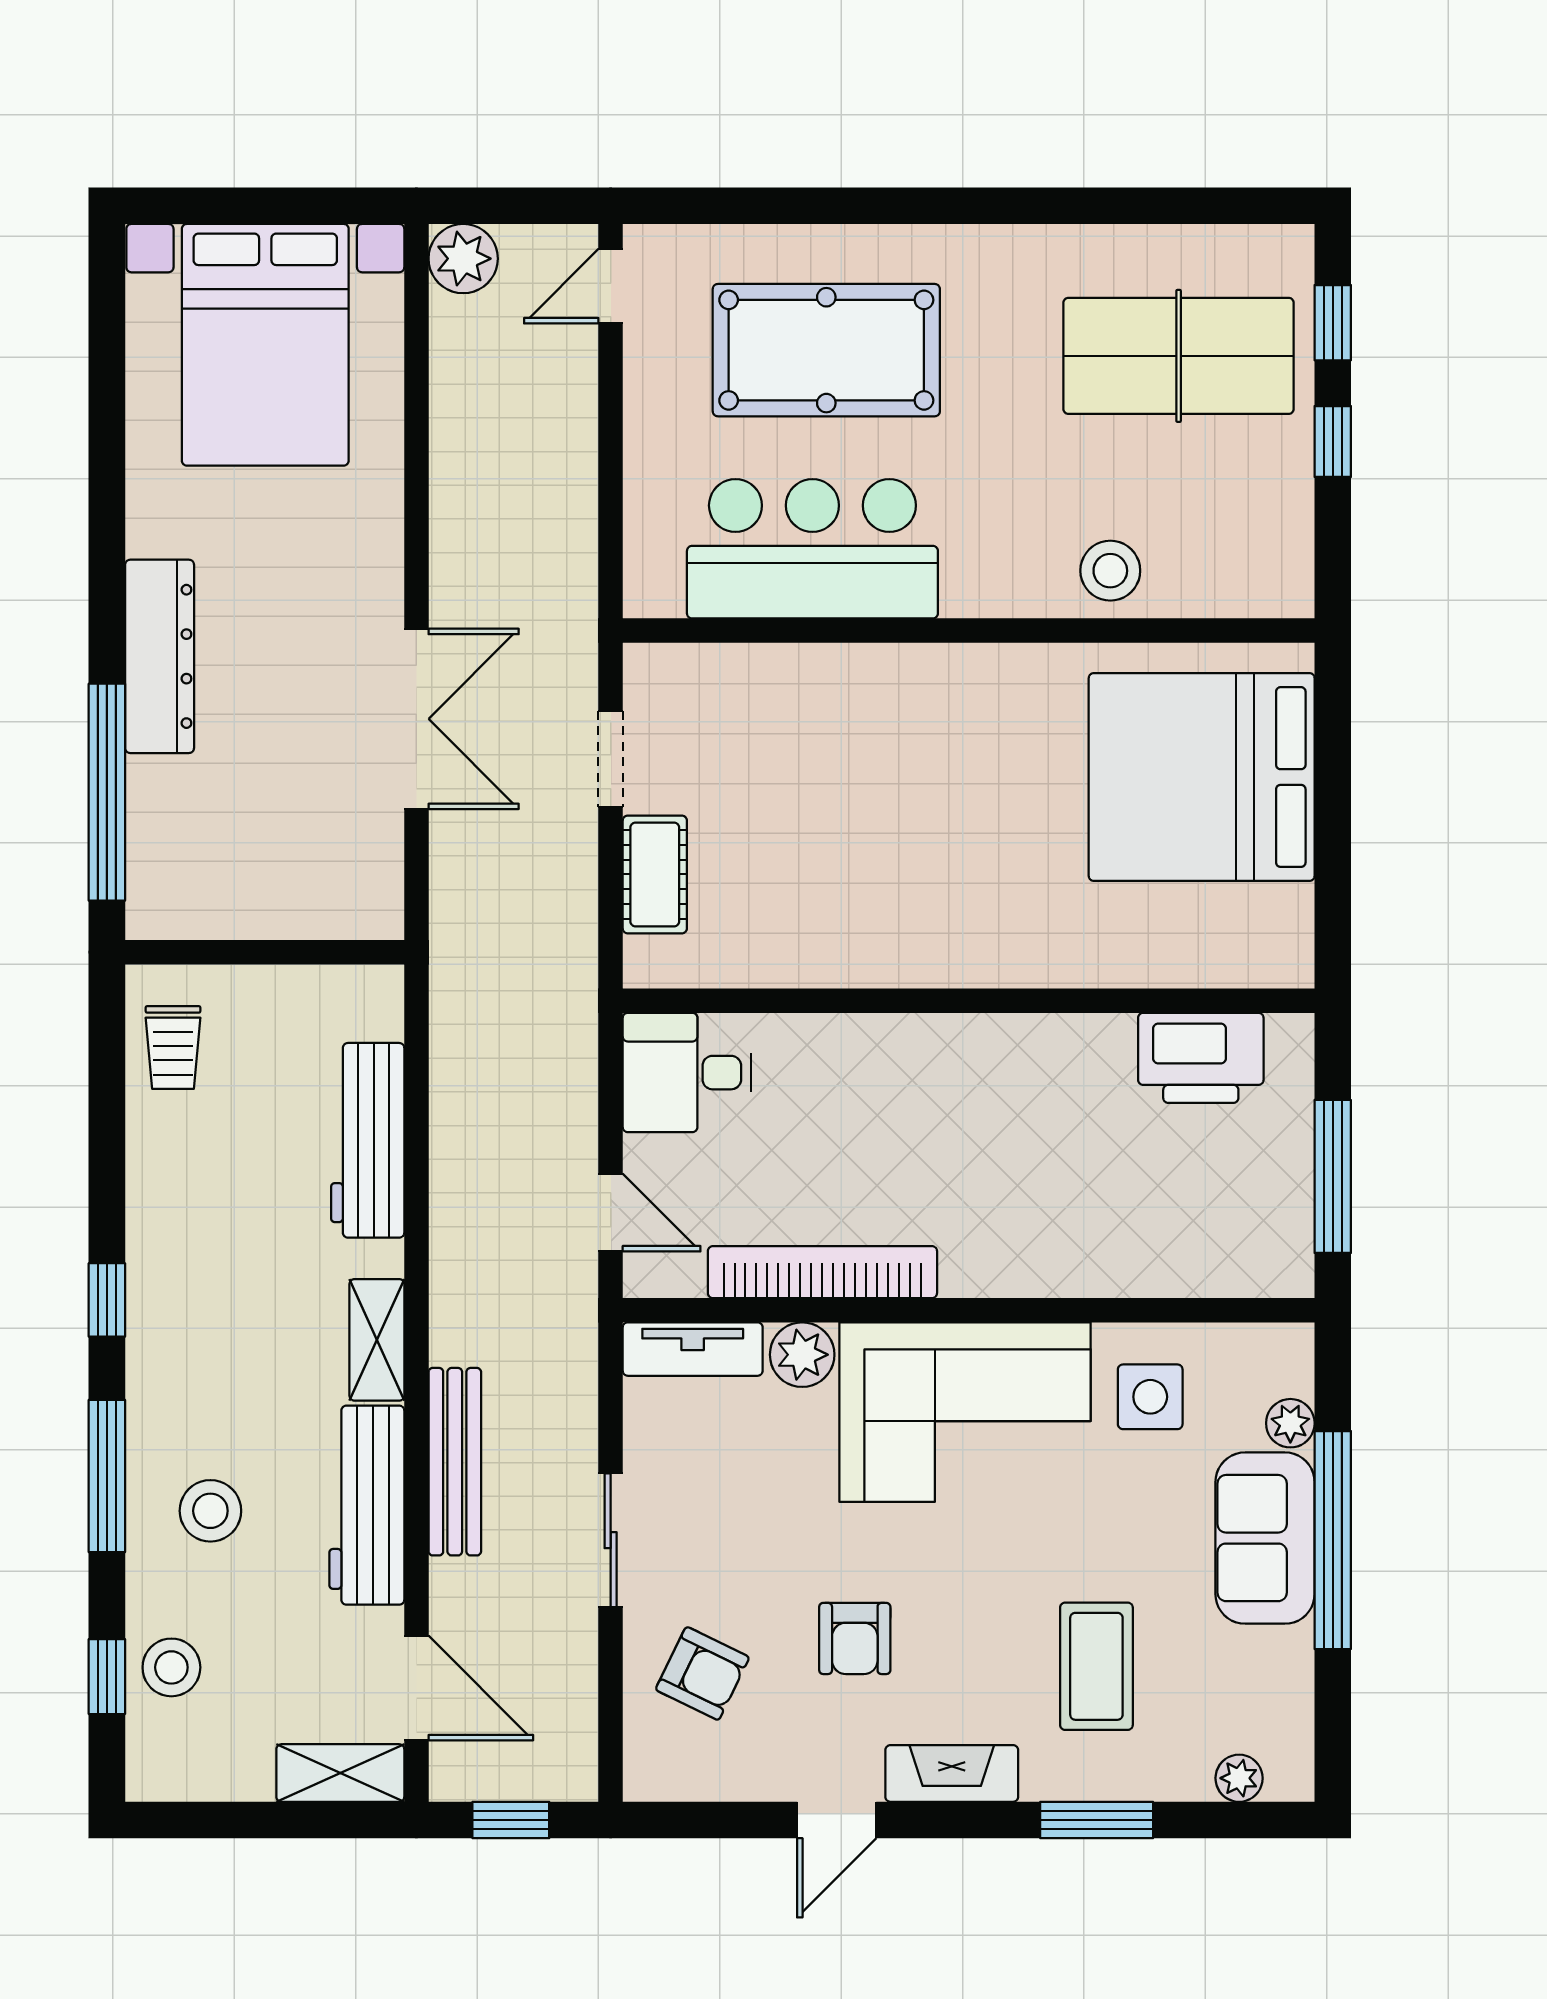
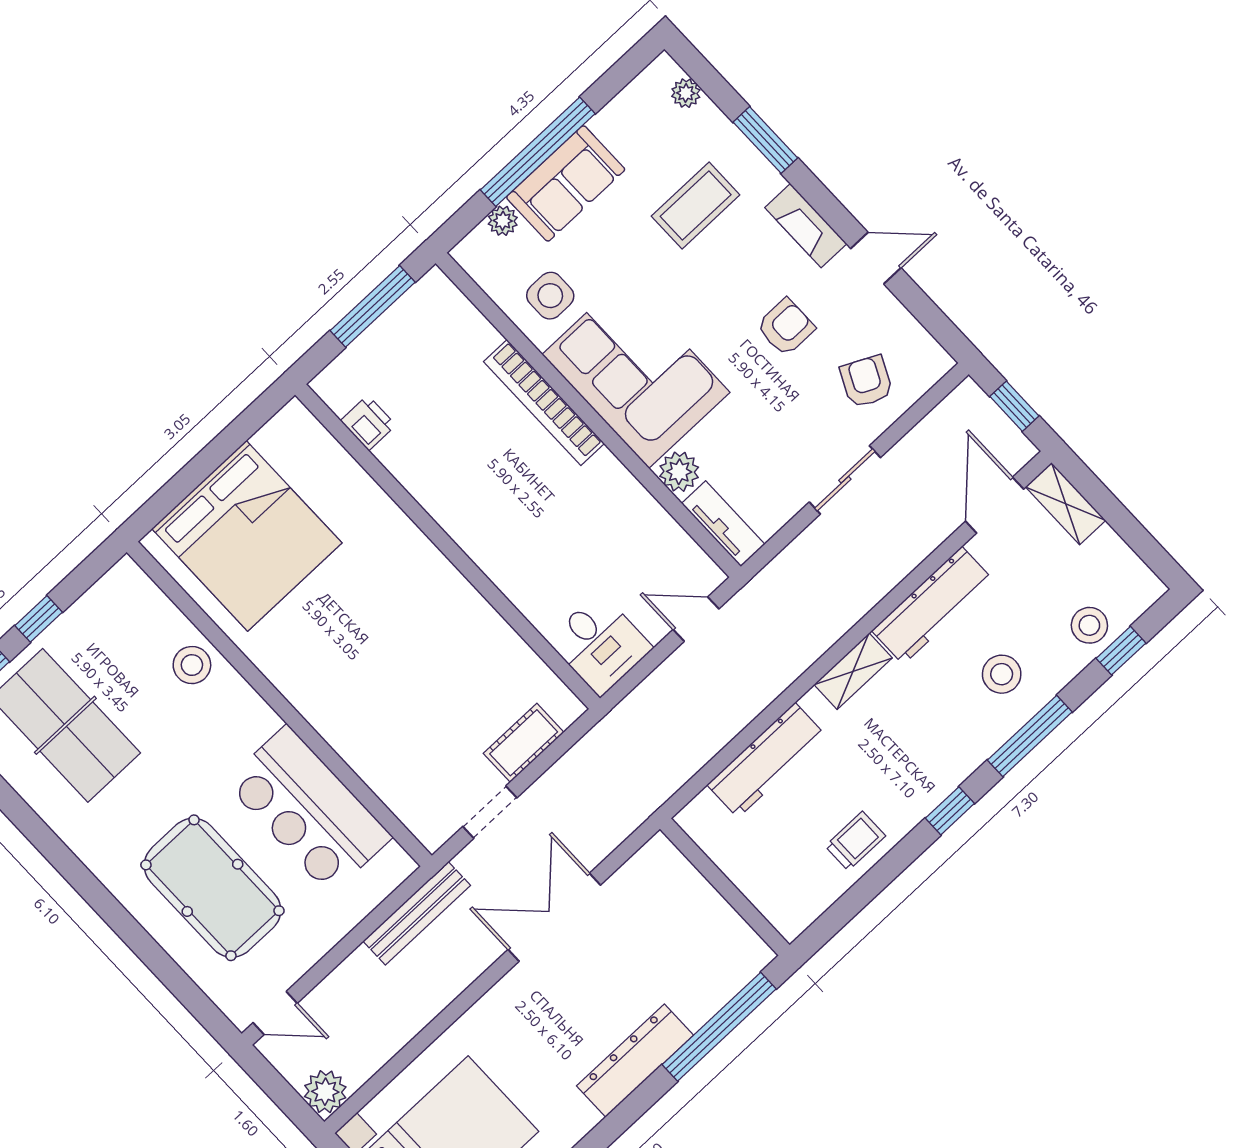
trolley: (173, 1047) -> (855, 841), moved
printer: (1201, 1058) -> (368, 423), width x0.53, depth x0.68
door: (611, 1213) -> (696, 619), hinge flipped
bookcase: (822, 1272) -> (544, 402), moved
bench: (455, 1462) -> (417, 913), moved

